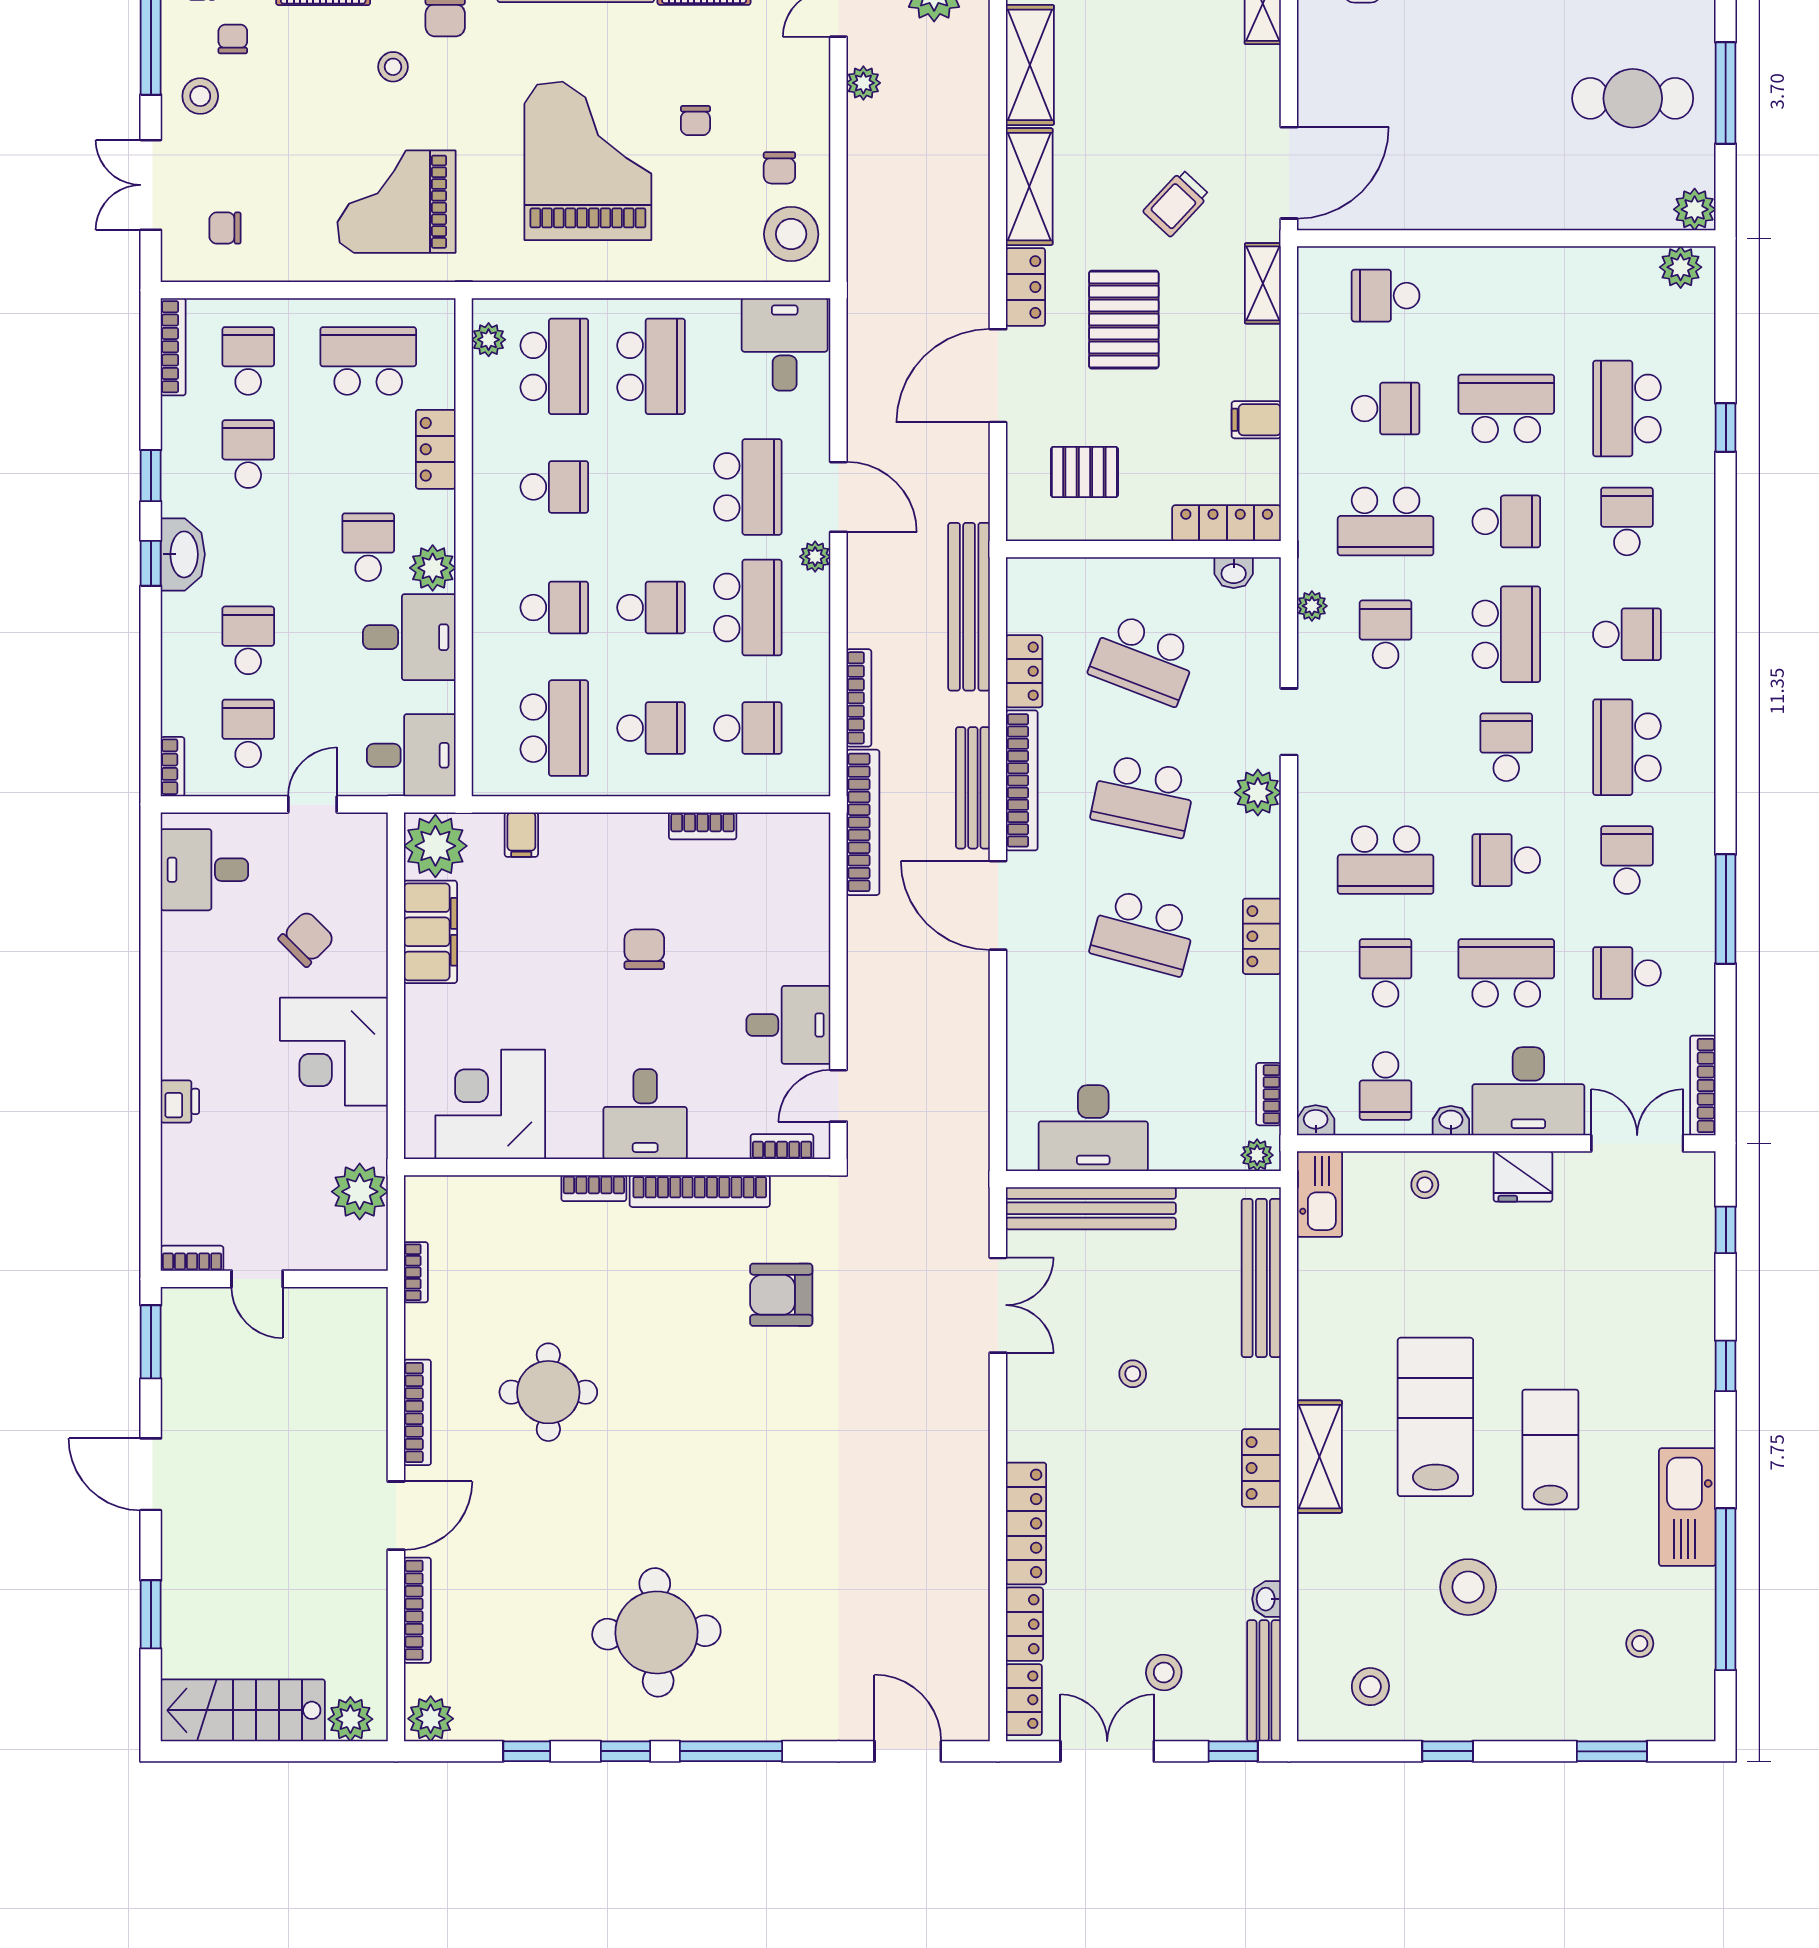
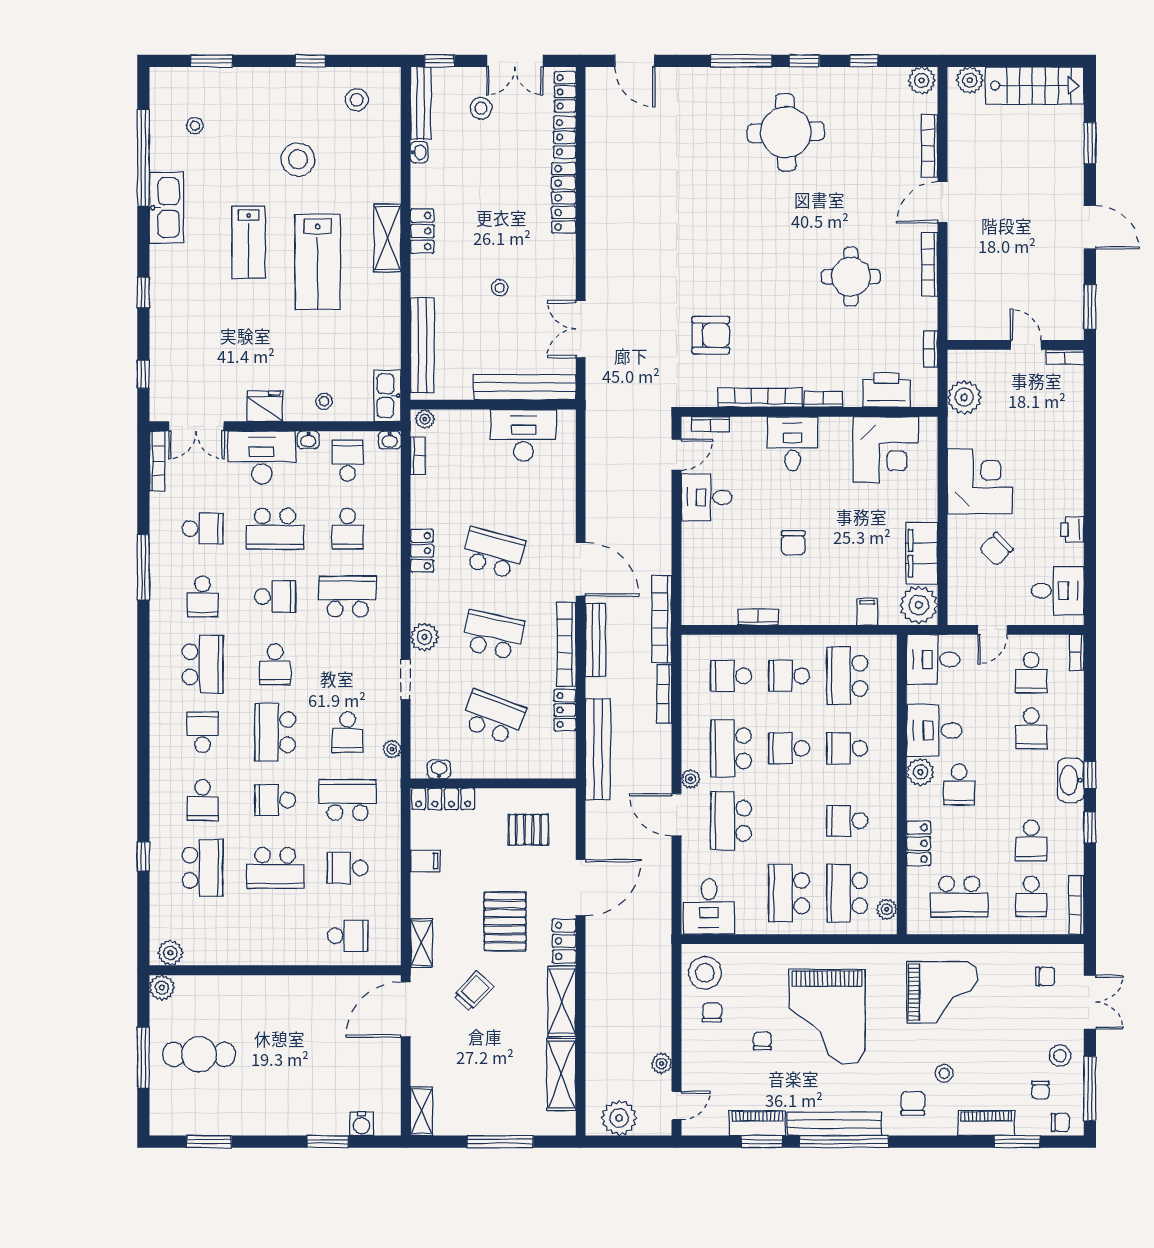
school desk: (1627, 634) -> (203, 732), turned 90
printer: (180, 1101) -> (1072, 530), moved
printer: (489, 1204) -> (886, 390), added

